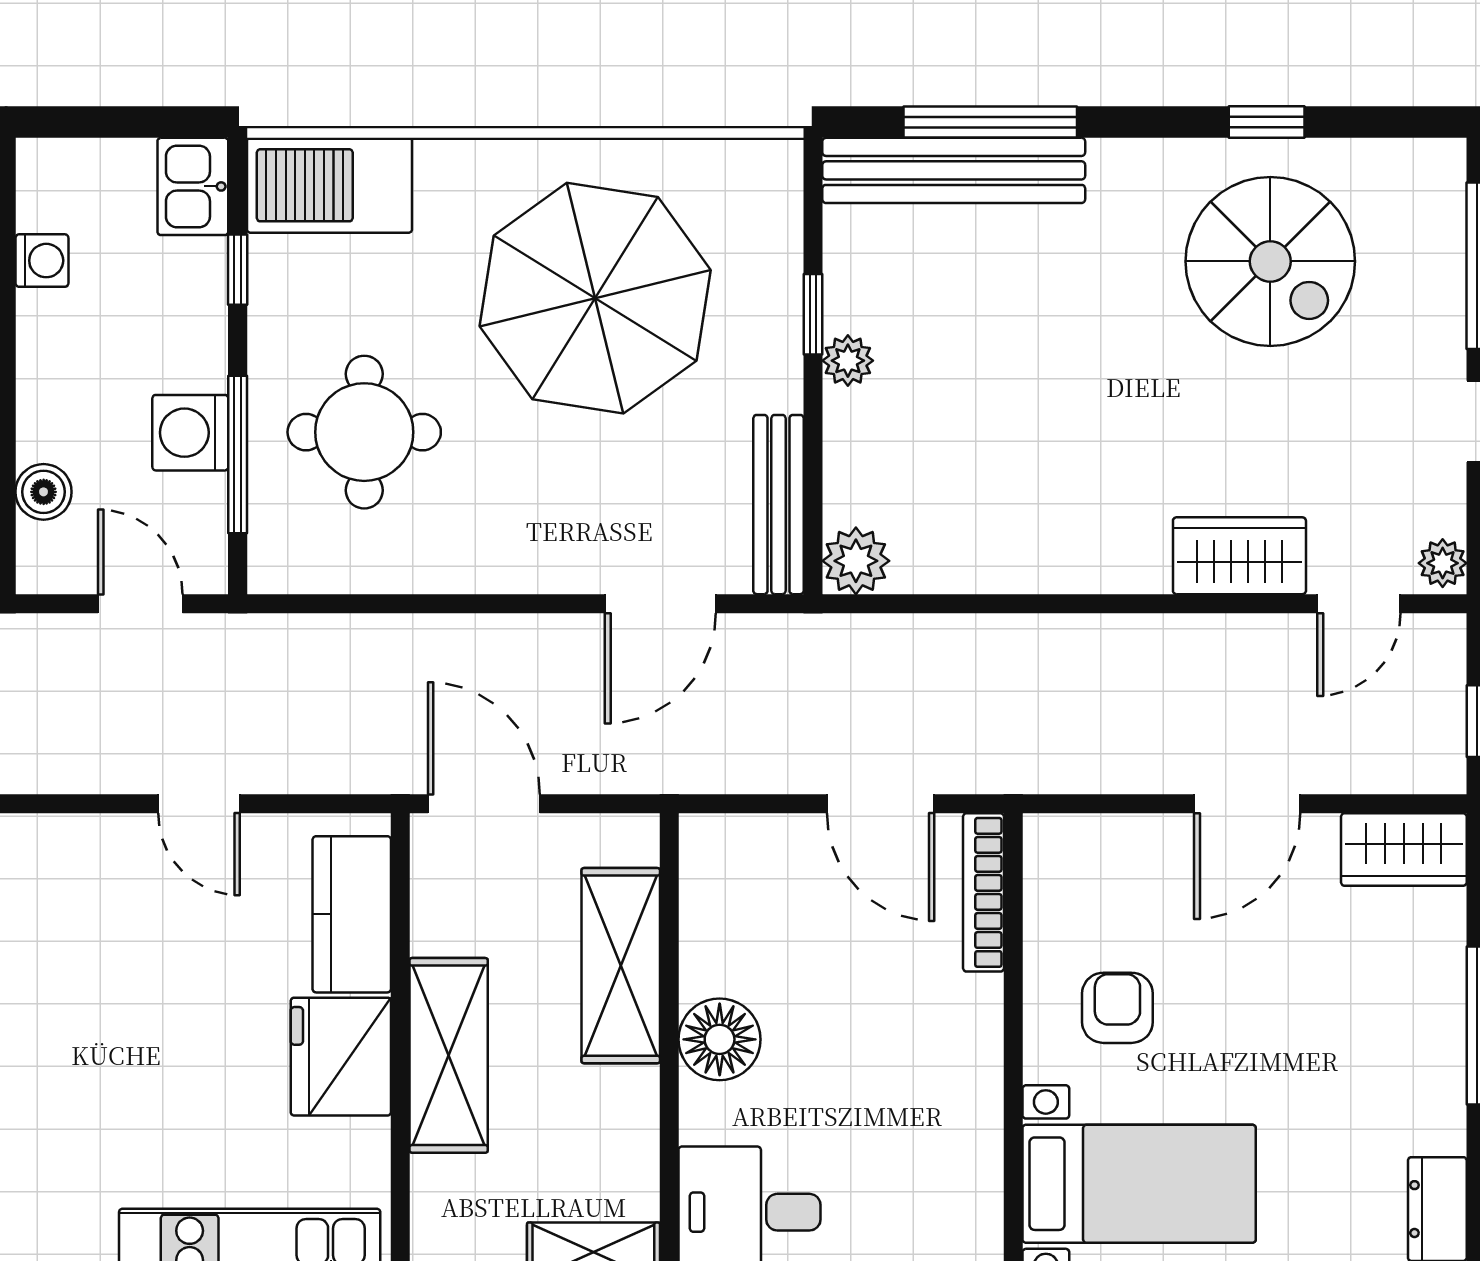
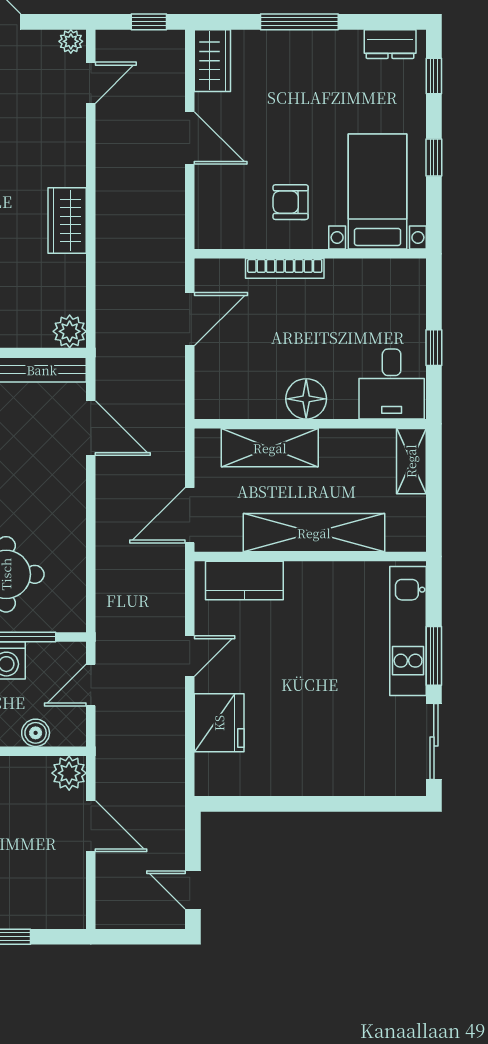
wardrobe: (1239, 556) -> (67, 220), moved
door: (1359, 604) -> (91, 83), hinge flipped
bookcase: (983, 892) -> (285, 268), moved
shelving: (449, 1055) -> (314, 533), width x1.47
fridge: (341, 1057) -> (219, 723), moved, turned -90

